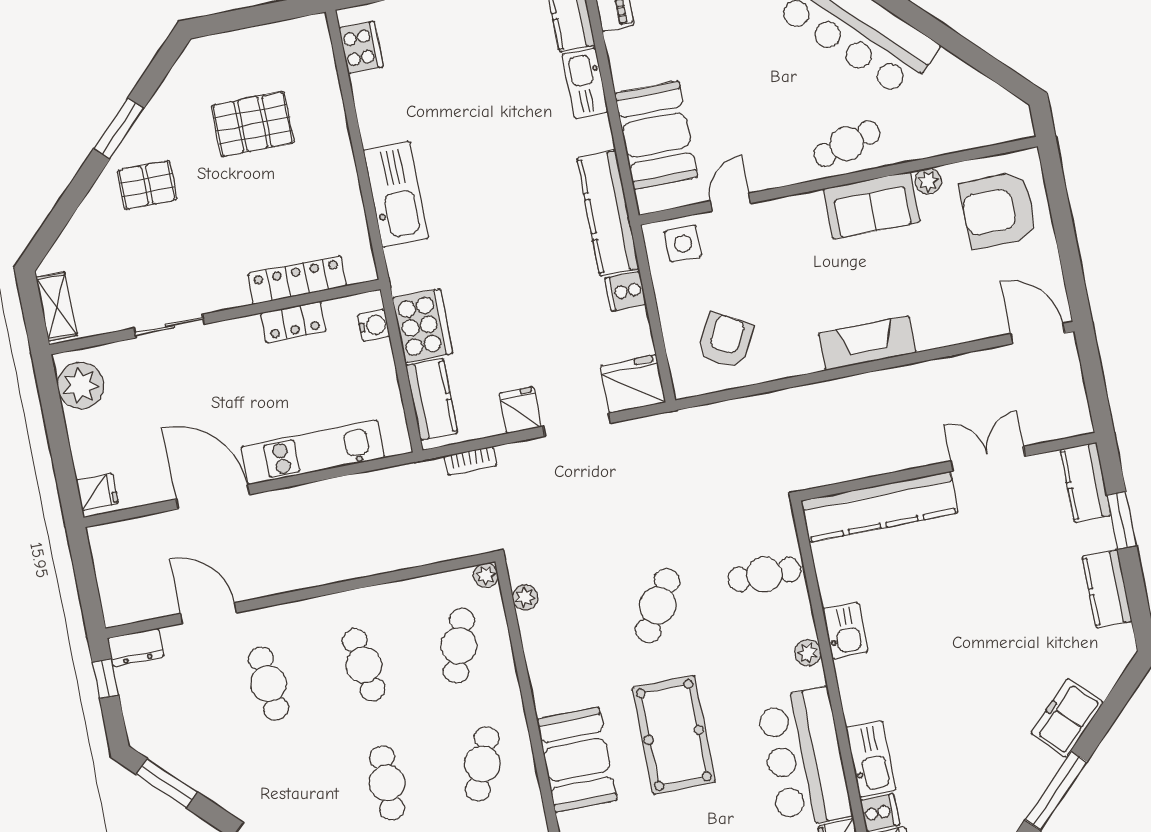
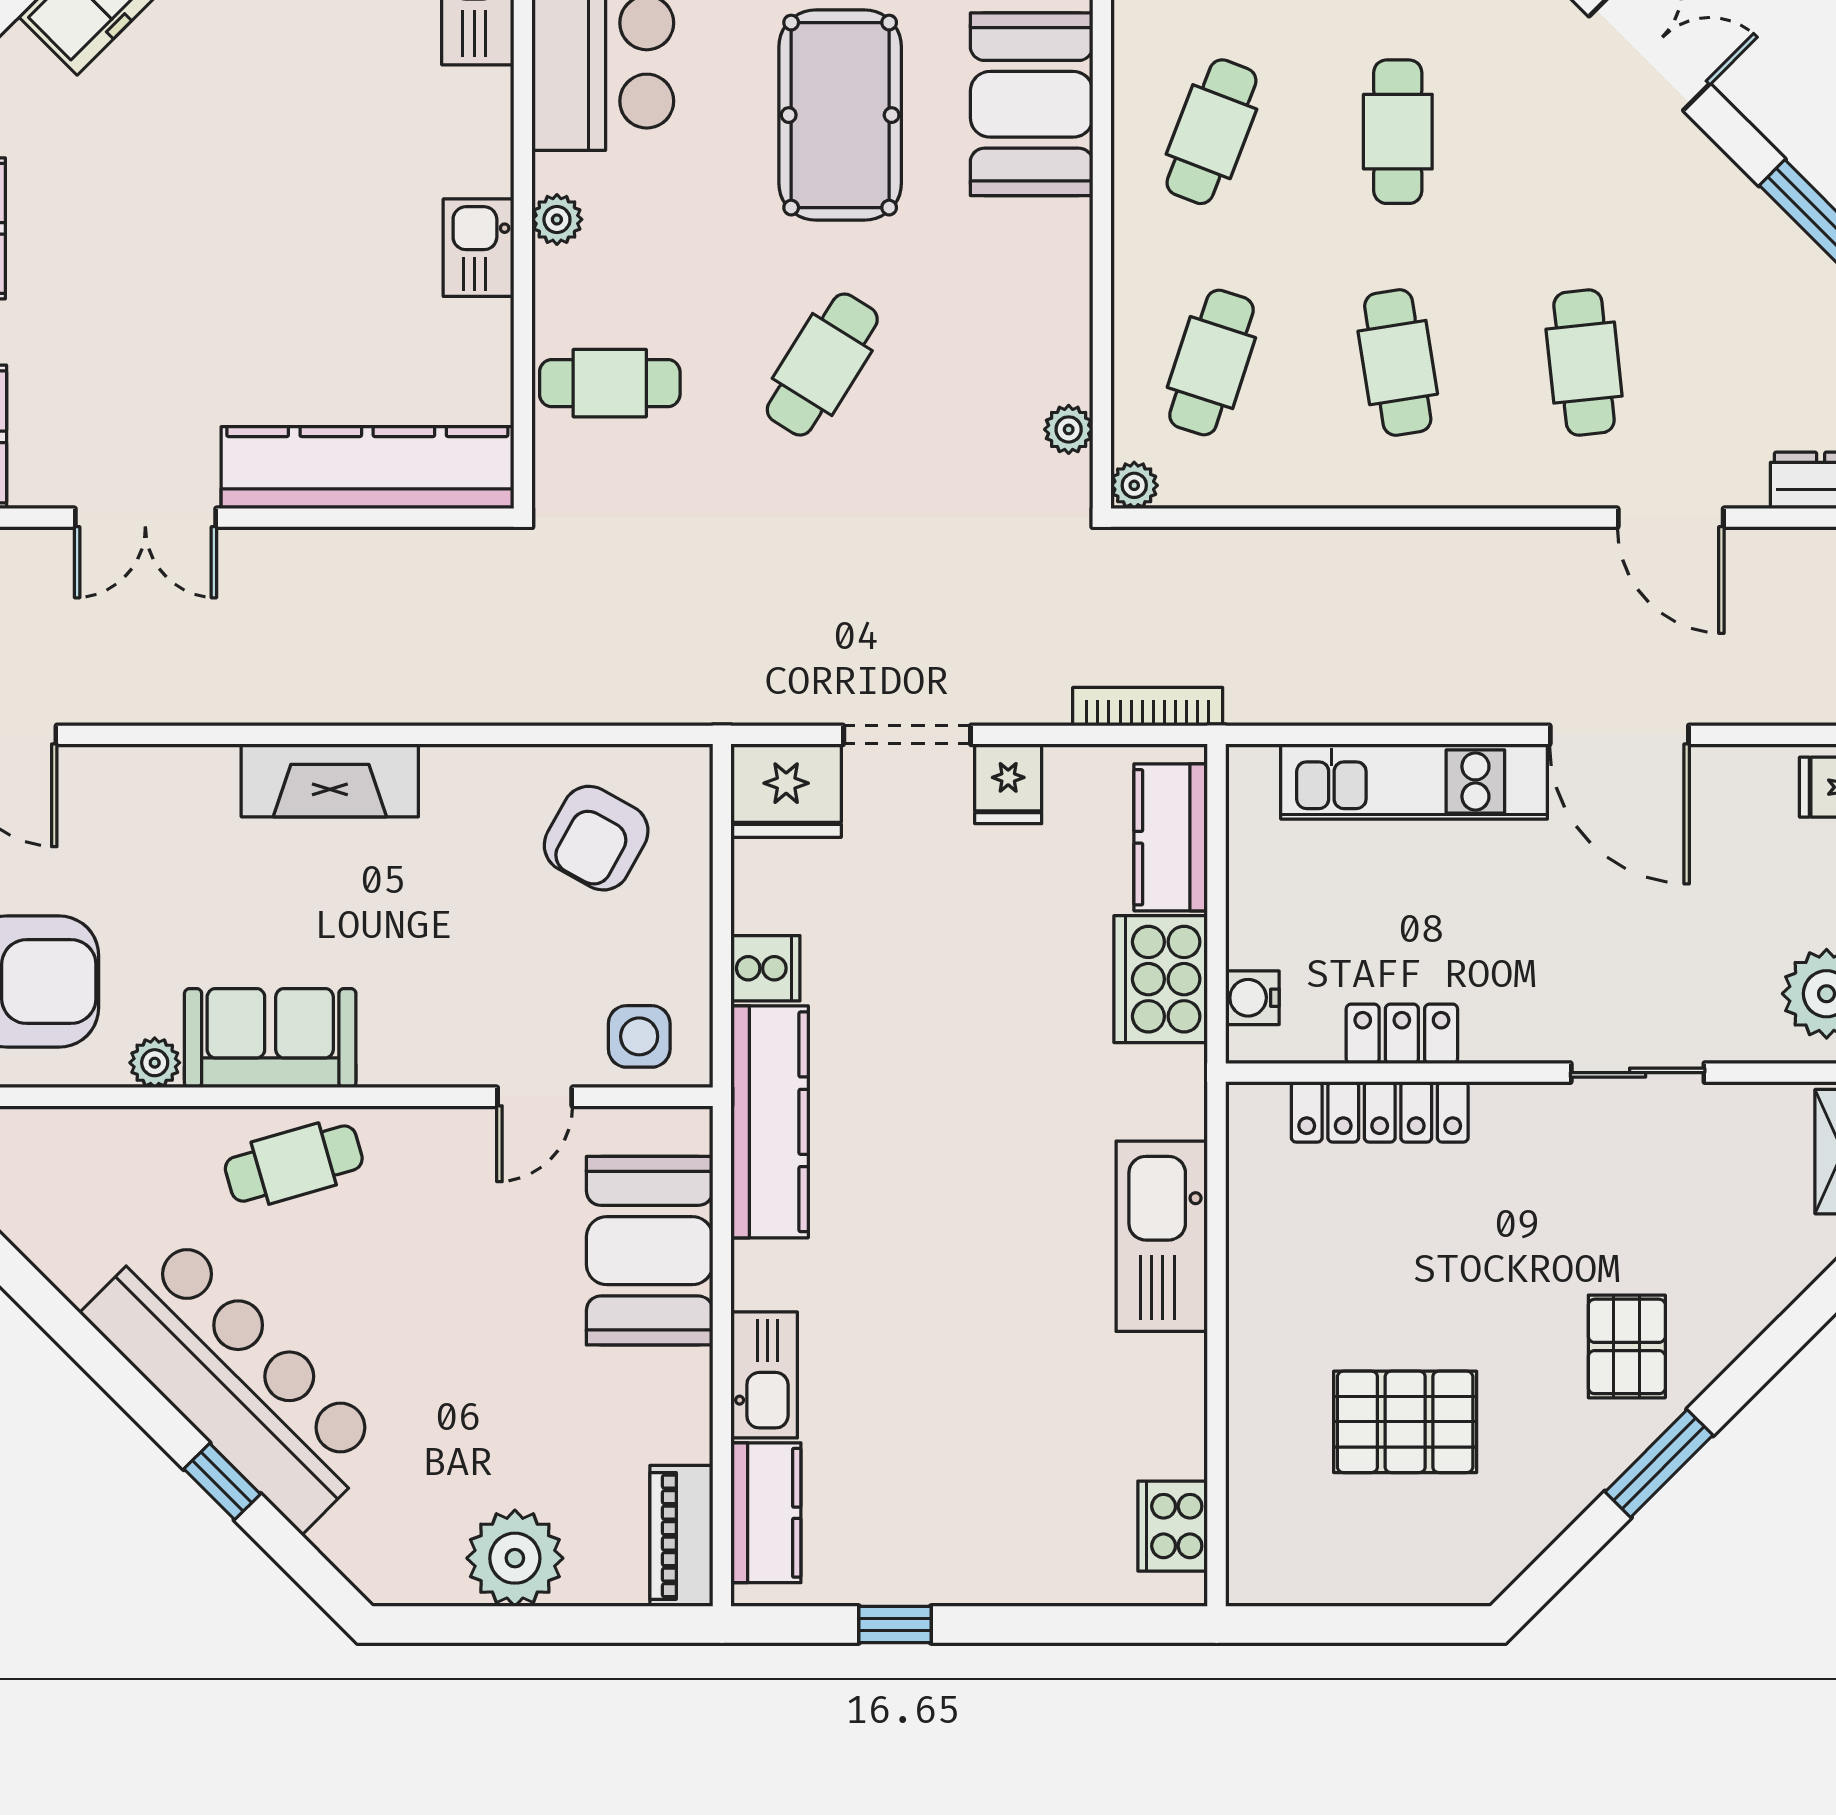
pallet: (147, 185) -> (1627, 1346), turned 90
bookcase: (470, 461) -> (1148, 707), width x1.56

